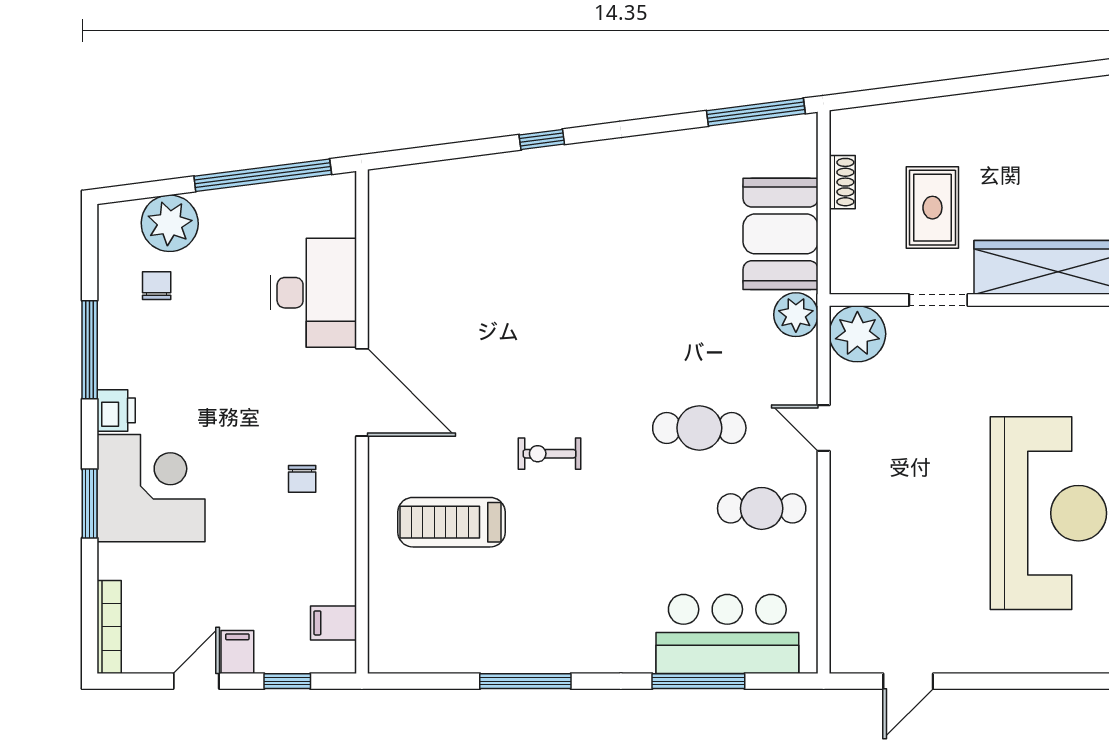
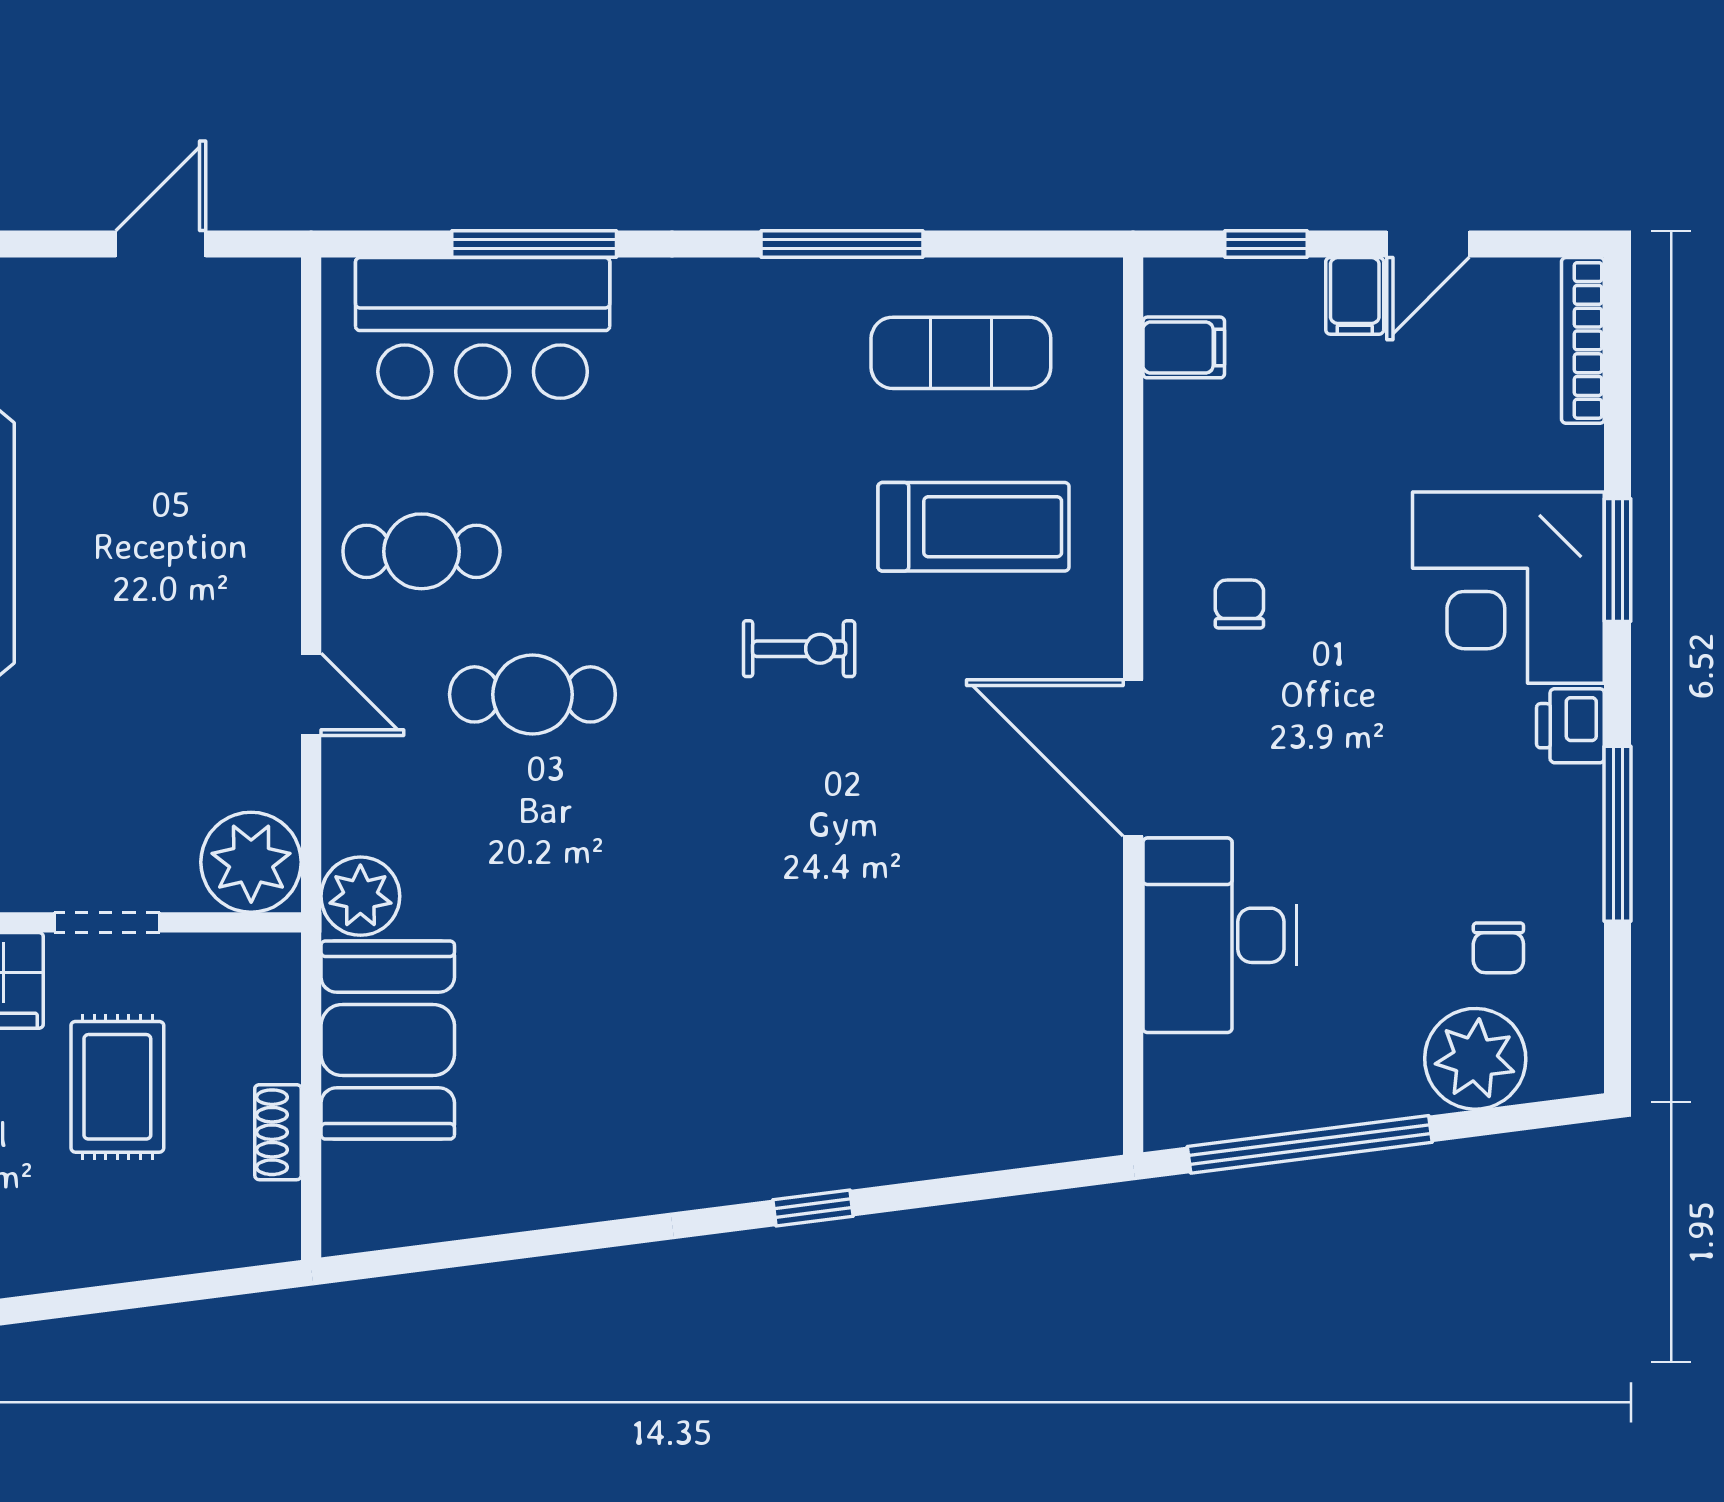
window: (756, 112) -> (432, 1257), removed
exercise mat: (459, 620) -> (961, 353), added

